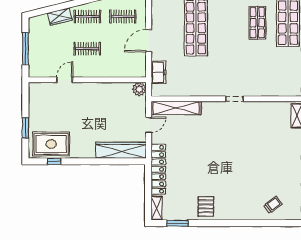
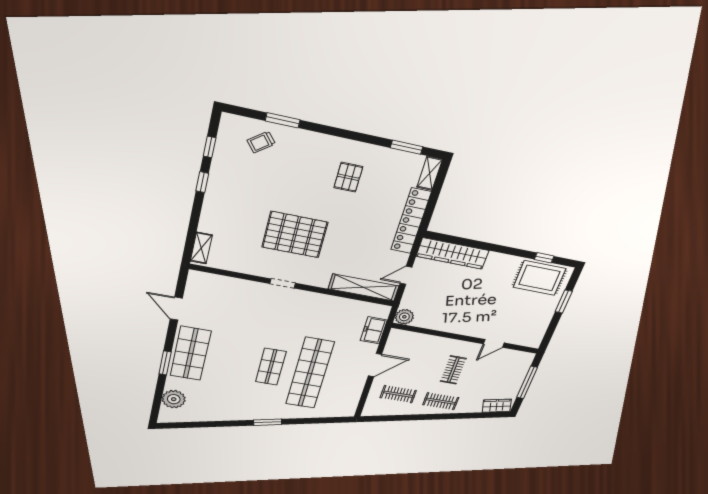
wardrobe: (60, 17) -> (497, 406), moved
shop shelf: (257, 23) -> (271, 367), moved
clothes rail: (87, 49) -> (453, 370), turned 90
pallet: (235, 141) -> (295, 235), added
pallet: (206, 206) -> (348, 177), moved
window: (262, 223) -> (283, 120), added

